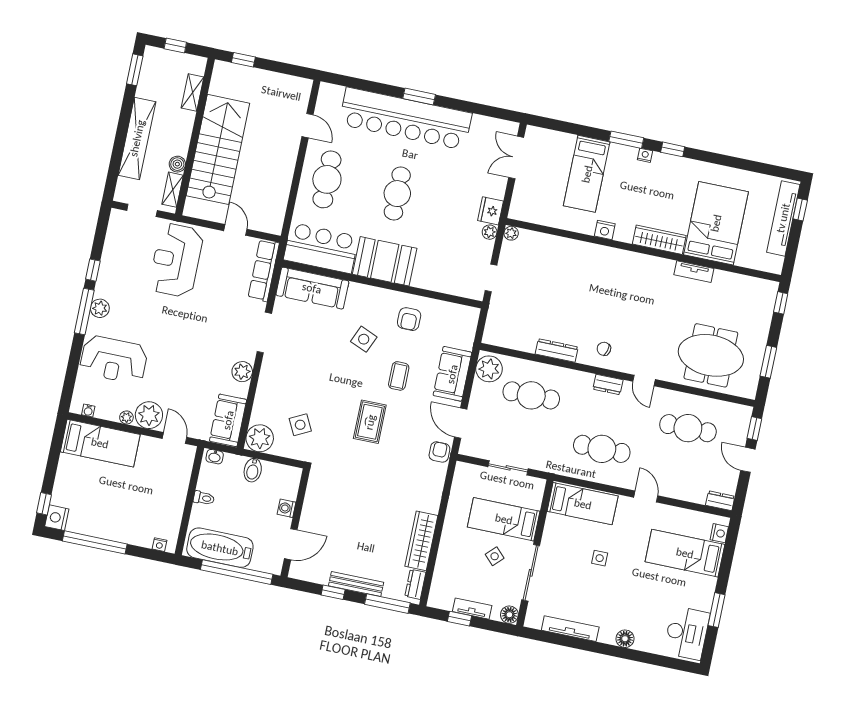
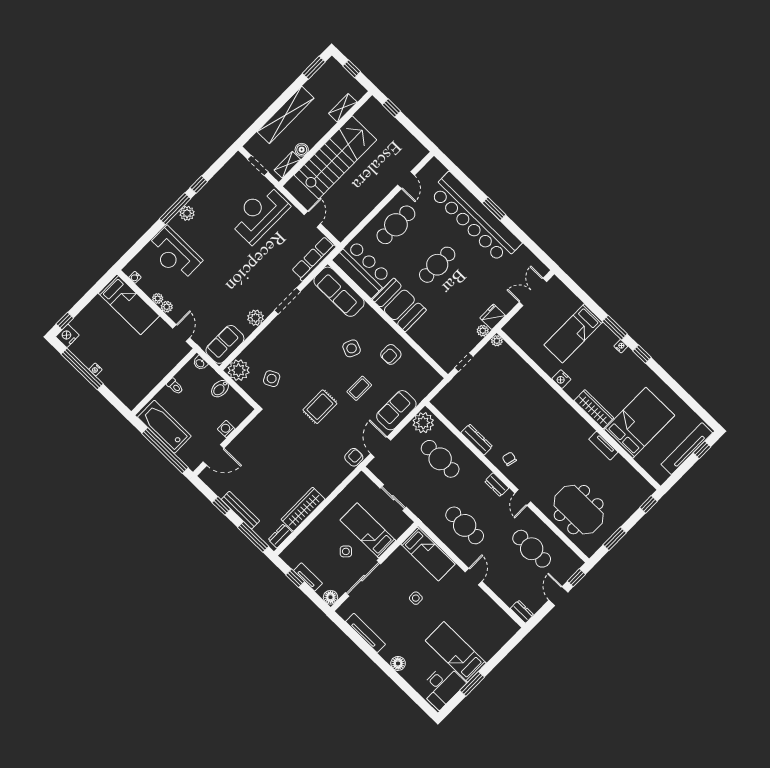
plant: (149, 415) -> (167, 307), width x0.53, depth x0.53
nightstand: (719, 533) -> (507, 633), removed
nightstand: (160, 545) -> (95, 369), moved
bed: (685, 553) -> (456, 652), moved

